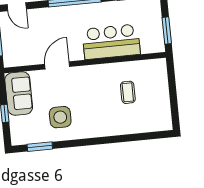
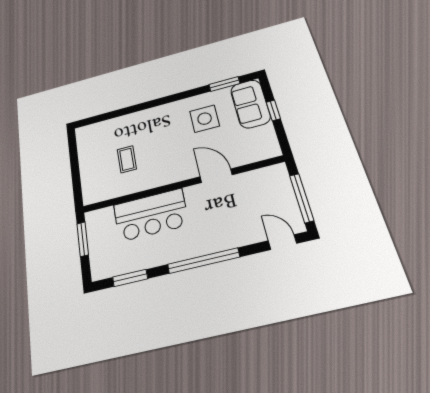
door: (57, 65) -> (216, 176), swing flipped
sofa: (19, 94) -> (250, 104), moved

